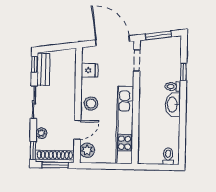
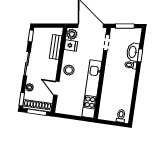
bench: (43, 69) -> (56, 47), moved
washbasin: (173, 104) -> (133, 52), moved
door: (77, 130) -> (56, 88), swing flipped
plant: (87, 150) -> (72, 34), moved

